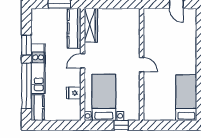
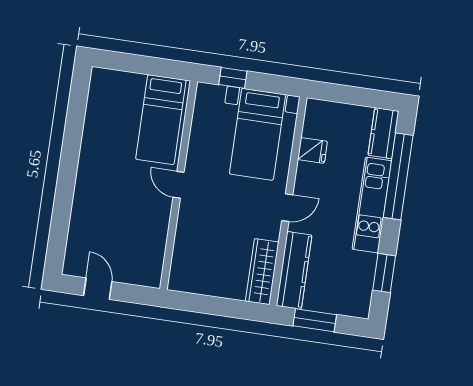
window: (26, 45) -> (384, 273), moved
bed: (186, 98) -> (161, 120), moved

